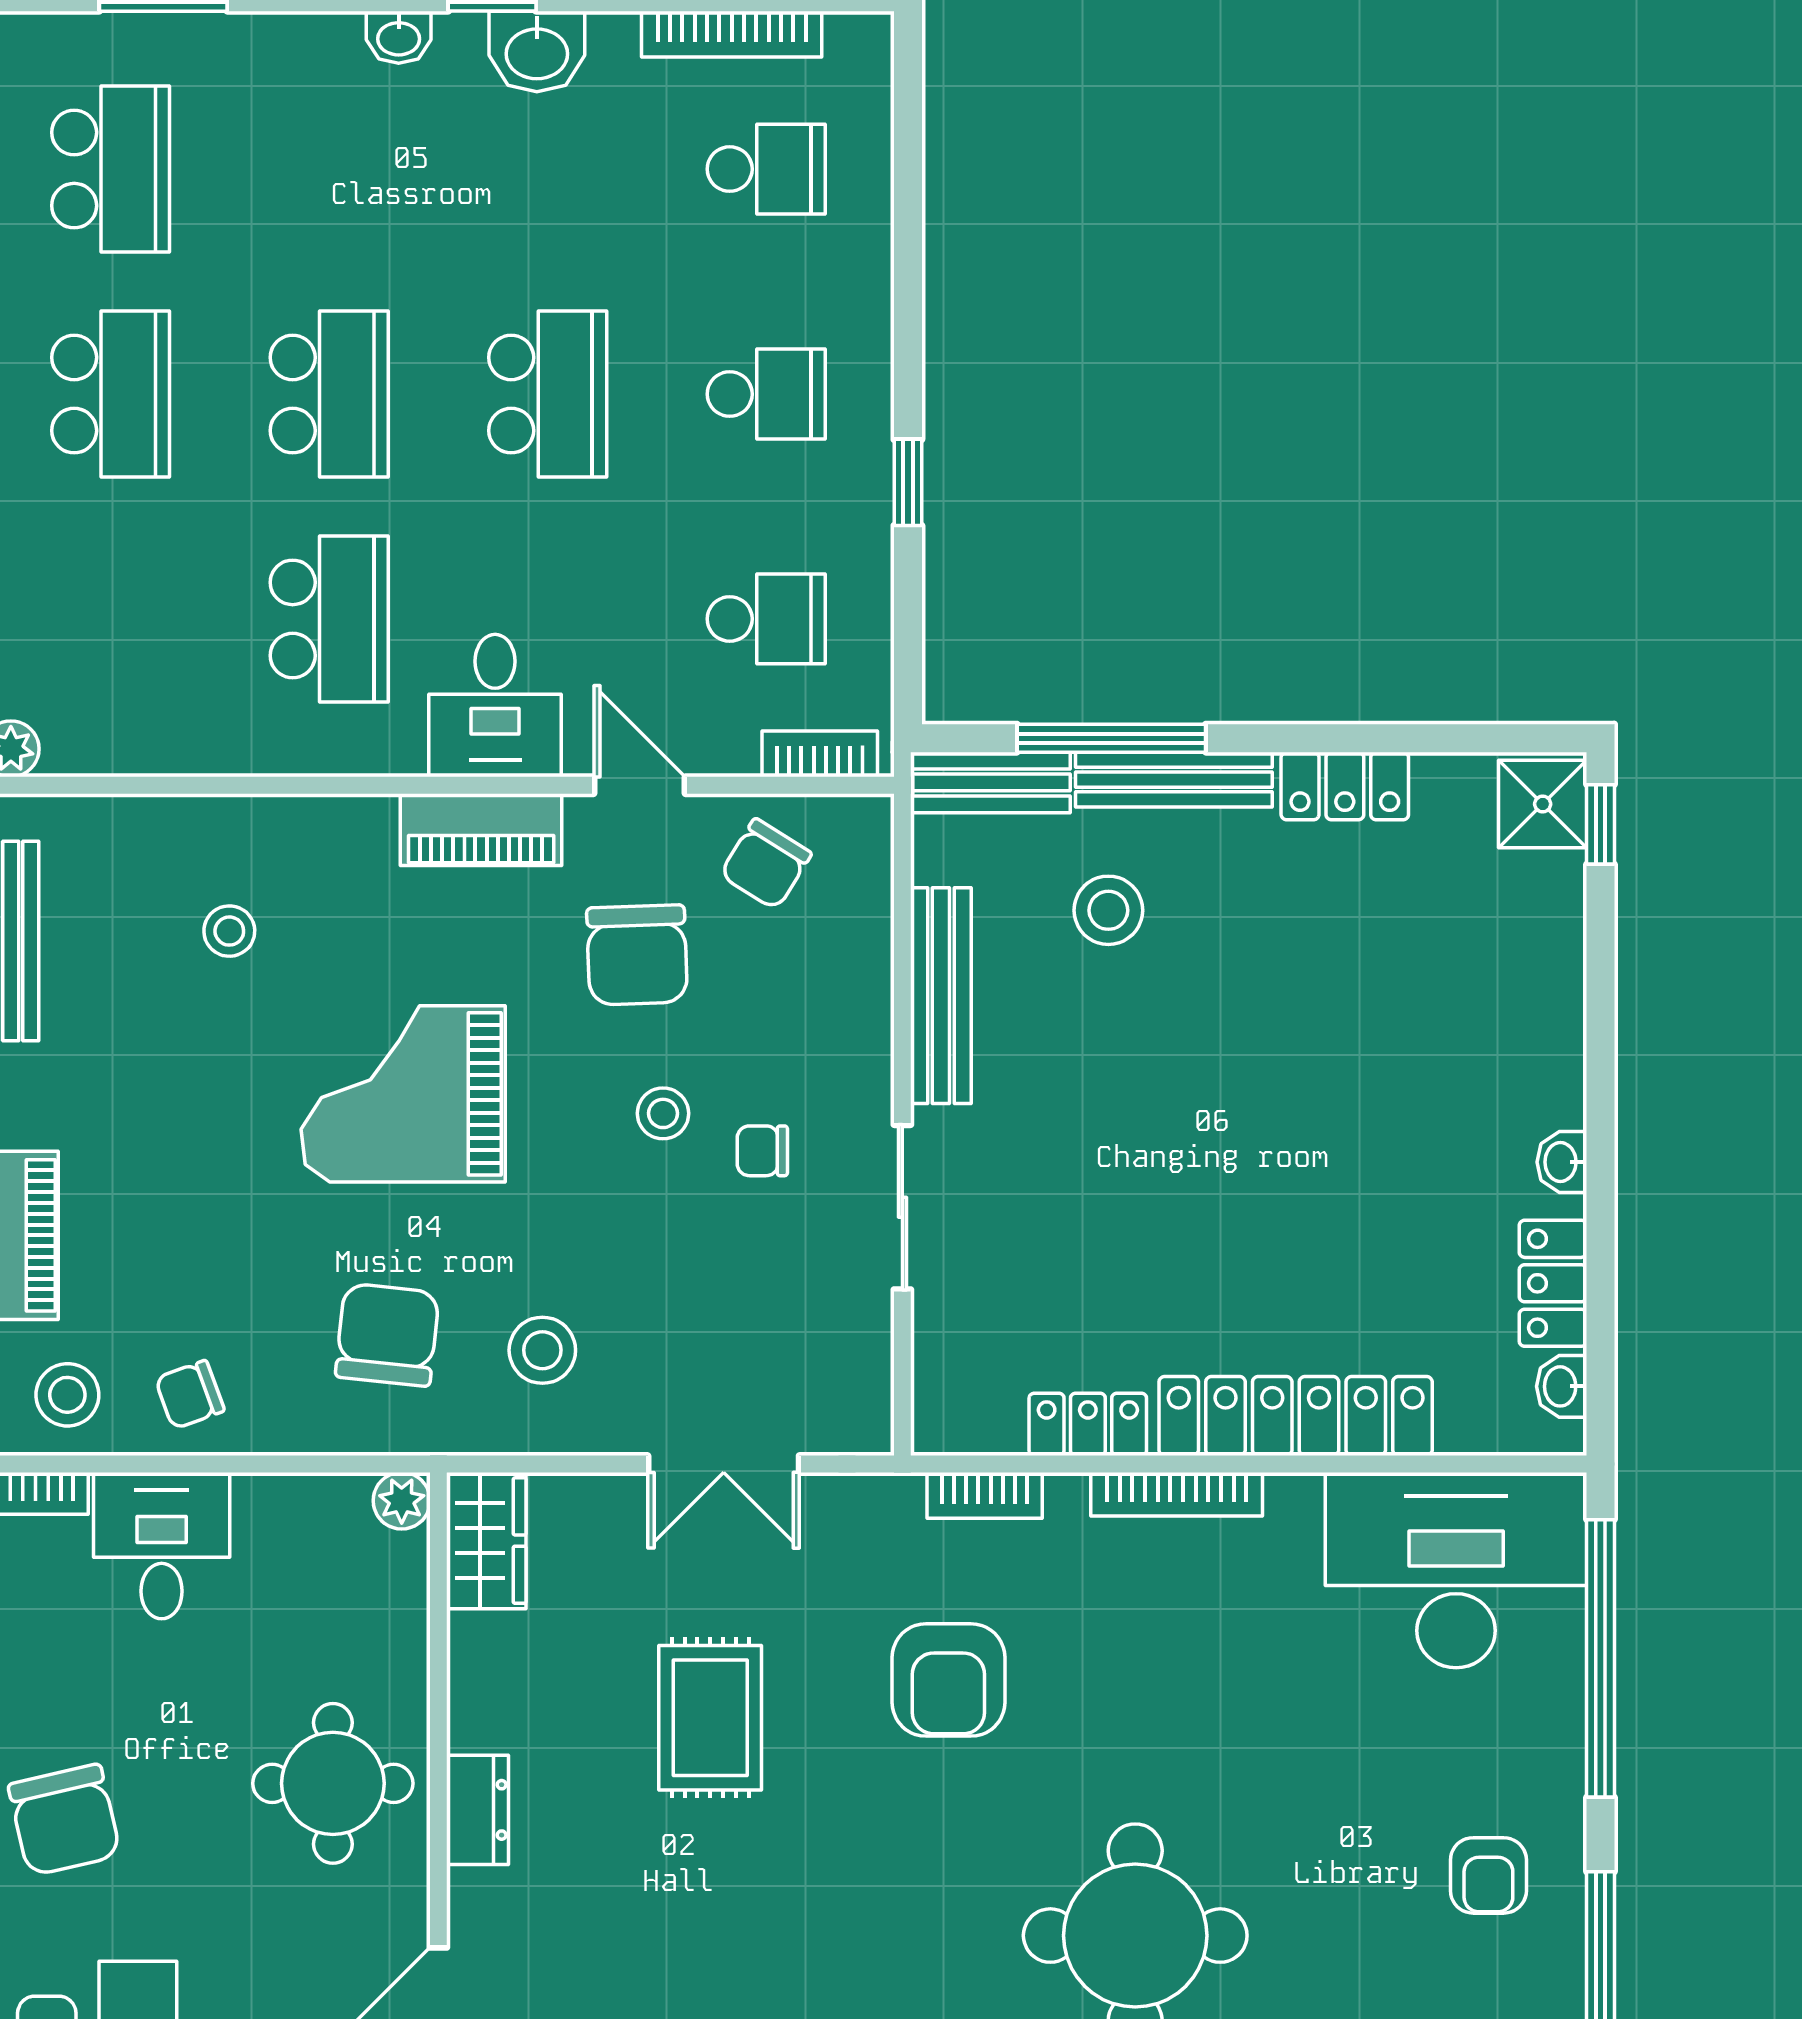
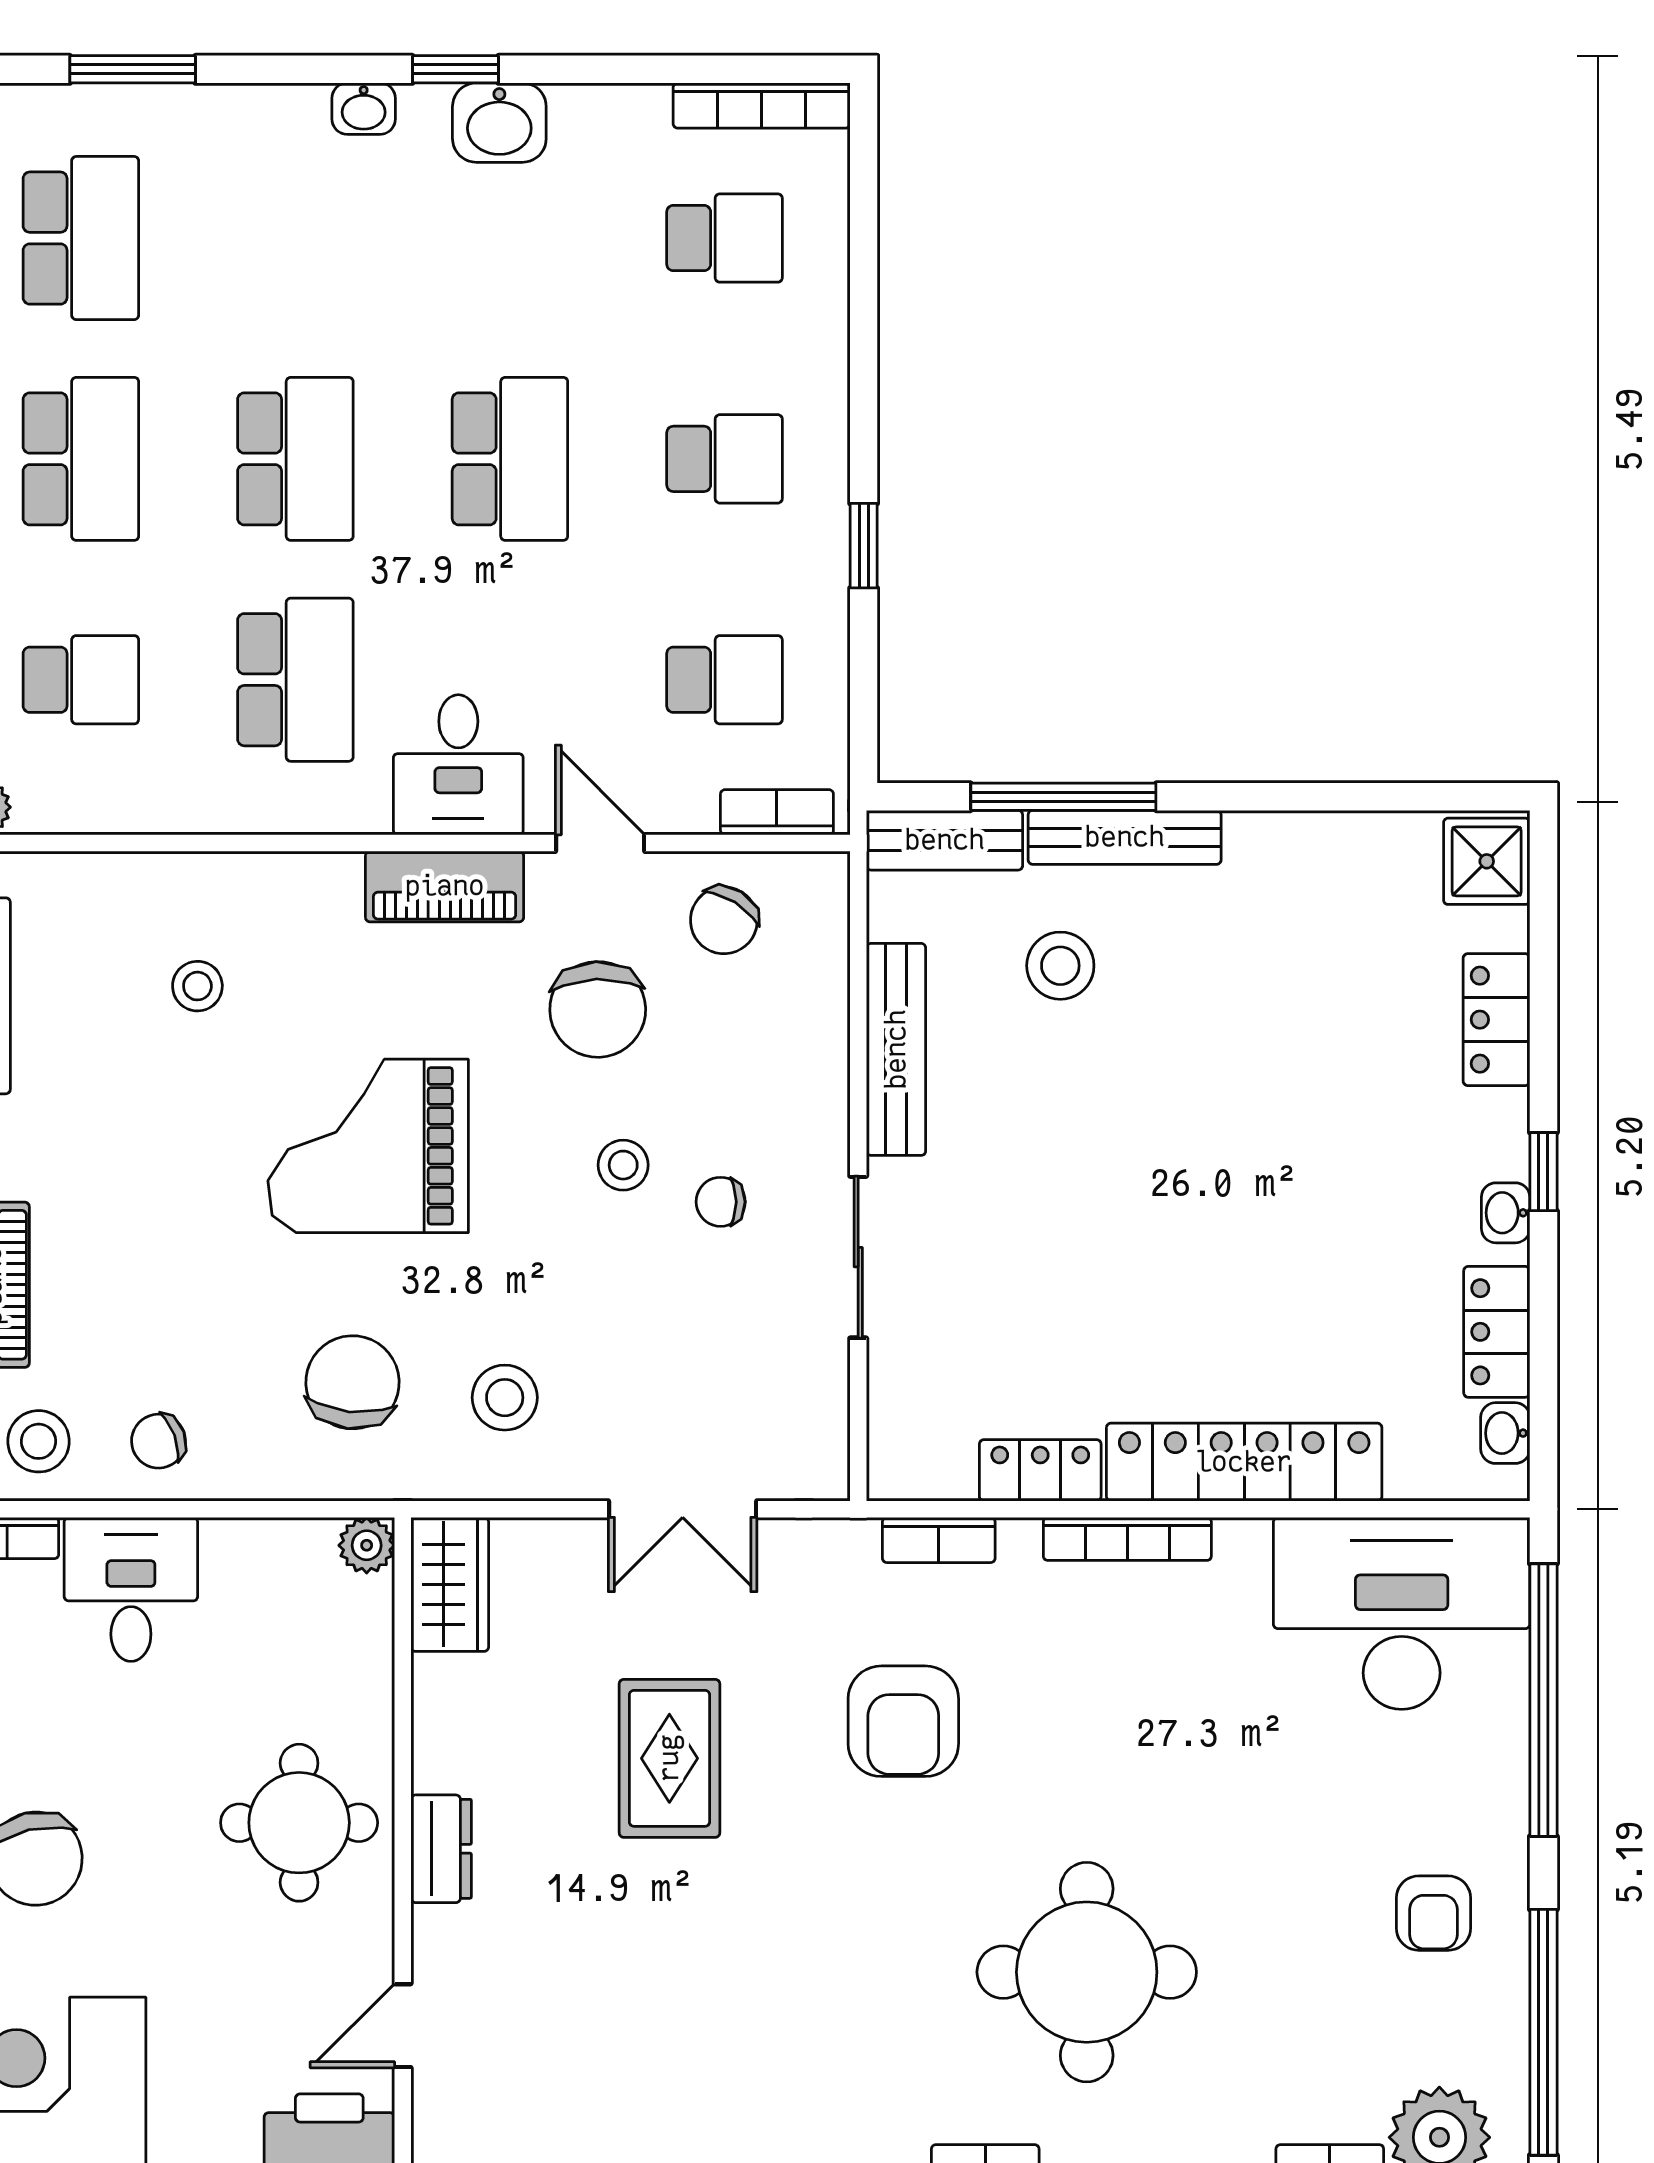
bookcase: (732, 34) -> (762, 106), moved
school desk: (111, 619) -> (81, 680), added
locker: (1345, 786) -> (1497, 1020), moved, turned 90
window: (1600, 824) -> (1543, 1172), moved

